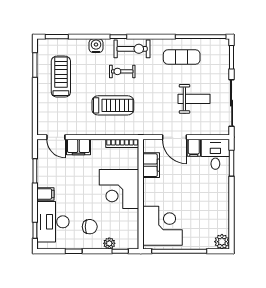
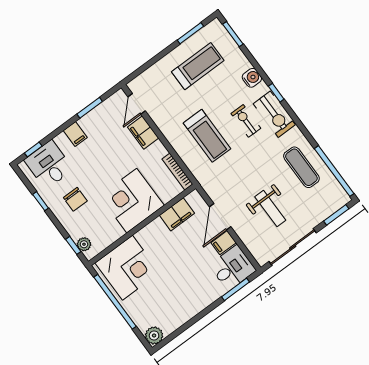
desk: (53, 222) -> (49, 165), width x0.73
plant: (109, 243) -> (84, 244), moved

